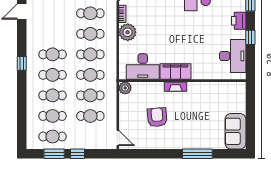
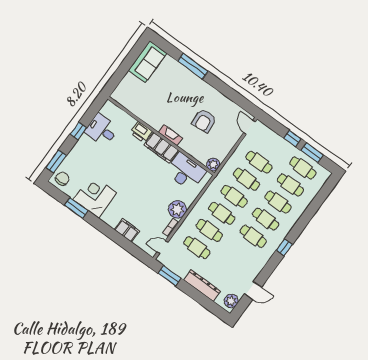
printer: (239, 21) -> (141, 132), moved, turned 90
desk: (233, 56) -> (102, 130), width x0.73

